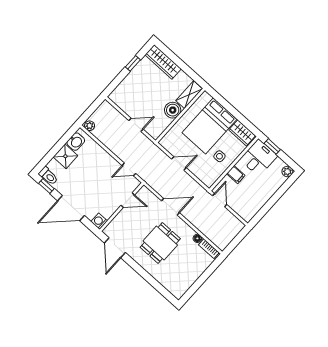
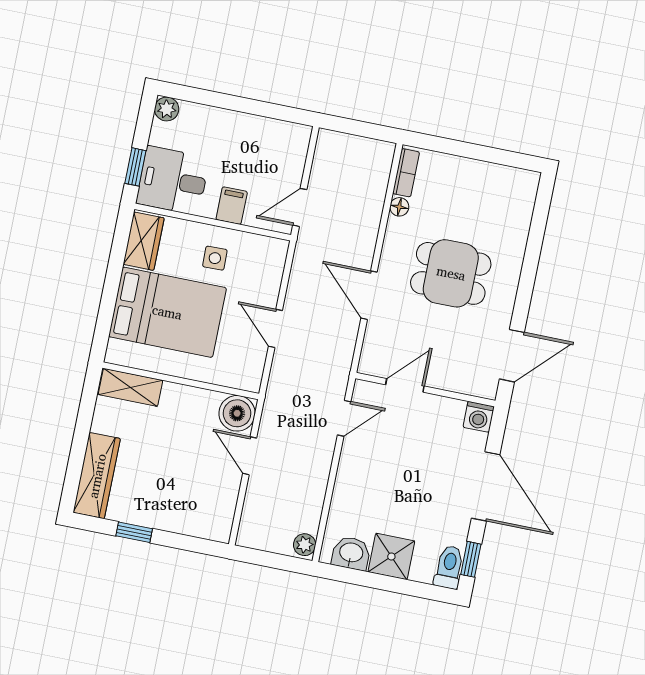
boiler: (173, 110) -> (237, 413), moved
door: (129, 169) -> (344, 418), hinge flipped
door: (128, 200) -> (405, 385), hinge flipped

